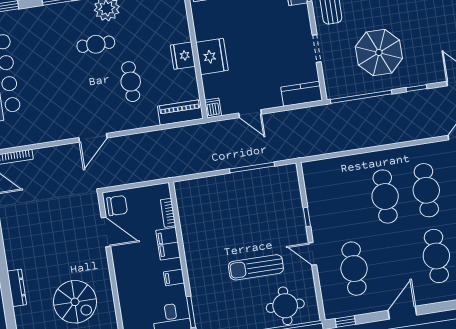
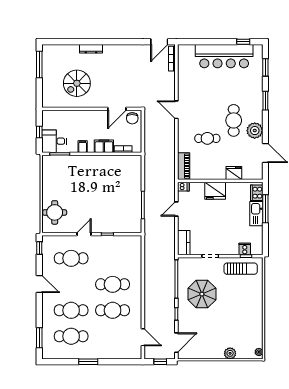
cafe table: (96, 44) -> (234, 120), width x1.37, depth x1.35
fridge: (183, 56) -> (234, 173), moved
sun lounger: (256, 267) -> (81, 198), removed

